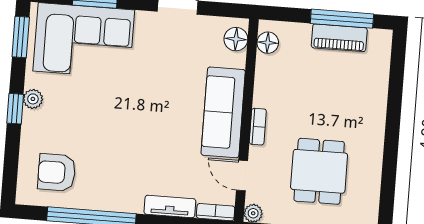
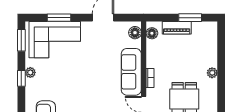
window: (342, 19) -> (190, 18), width x0.69
piano: (339, 38) -> (177, 28), moved
plant: (375, 126) -> (212, 73), added

